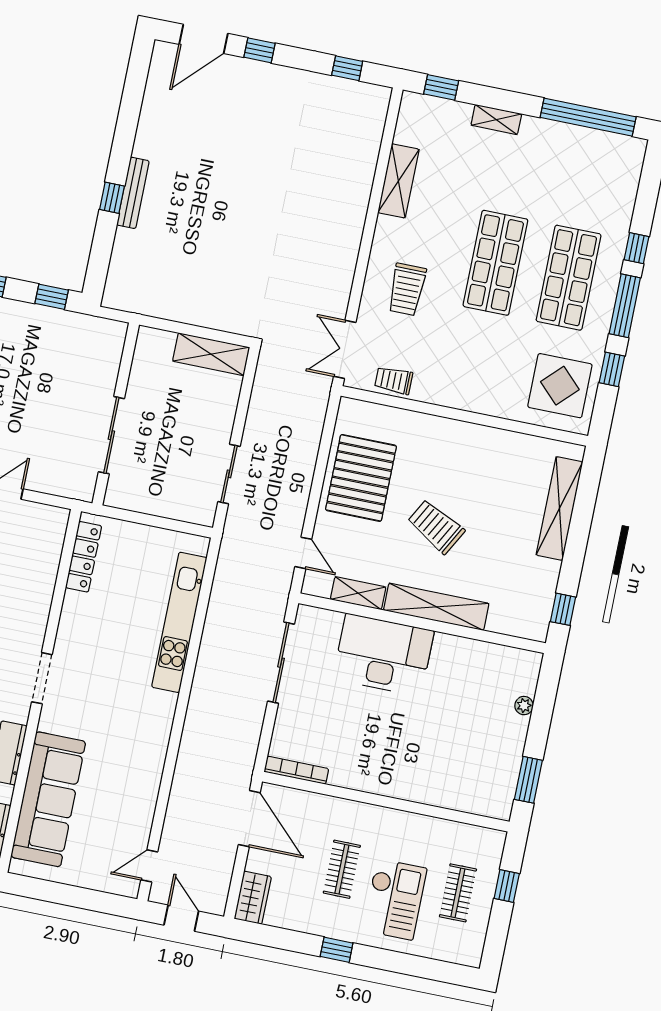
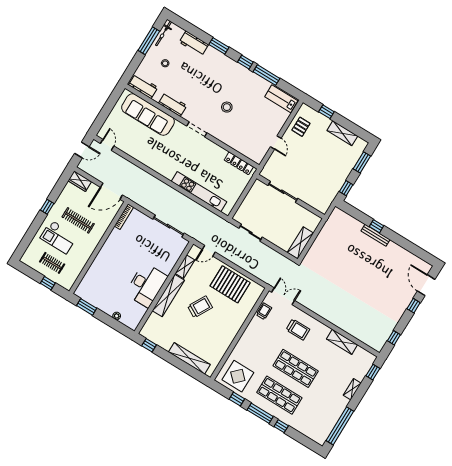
trolley: (407, 289) -> (298, 330), turned 180
desk: (383, 655) -> (146, 285), moved
clothes rail: (342, 869) -> (78, 220), width x1.36

